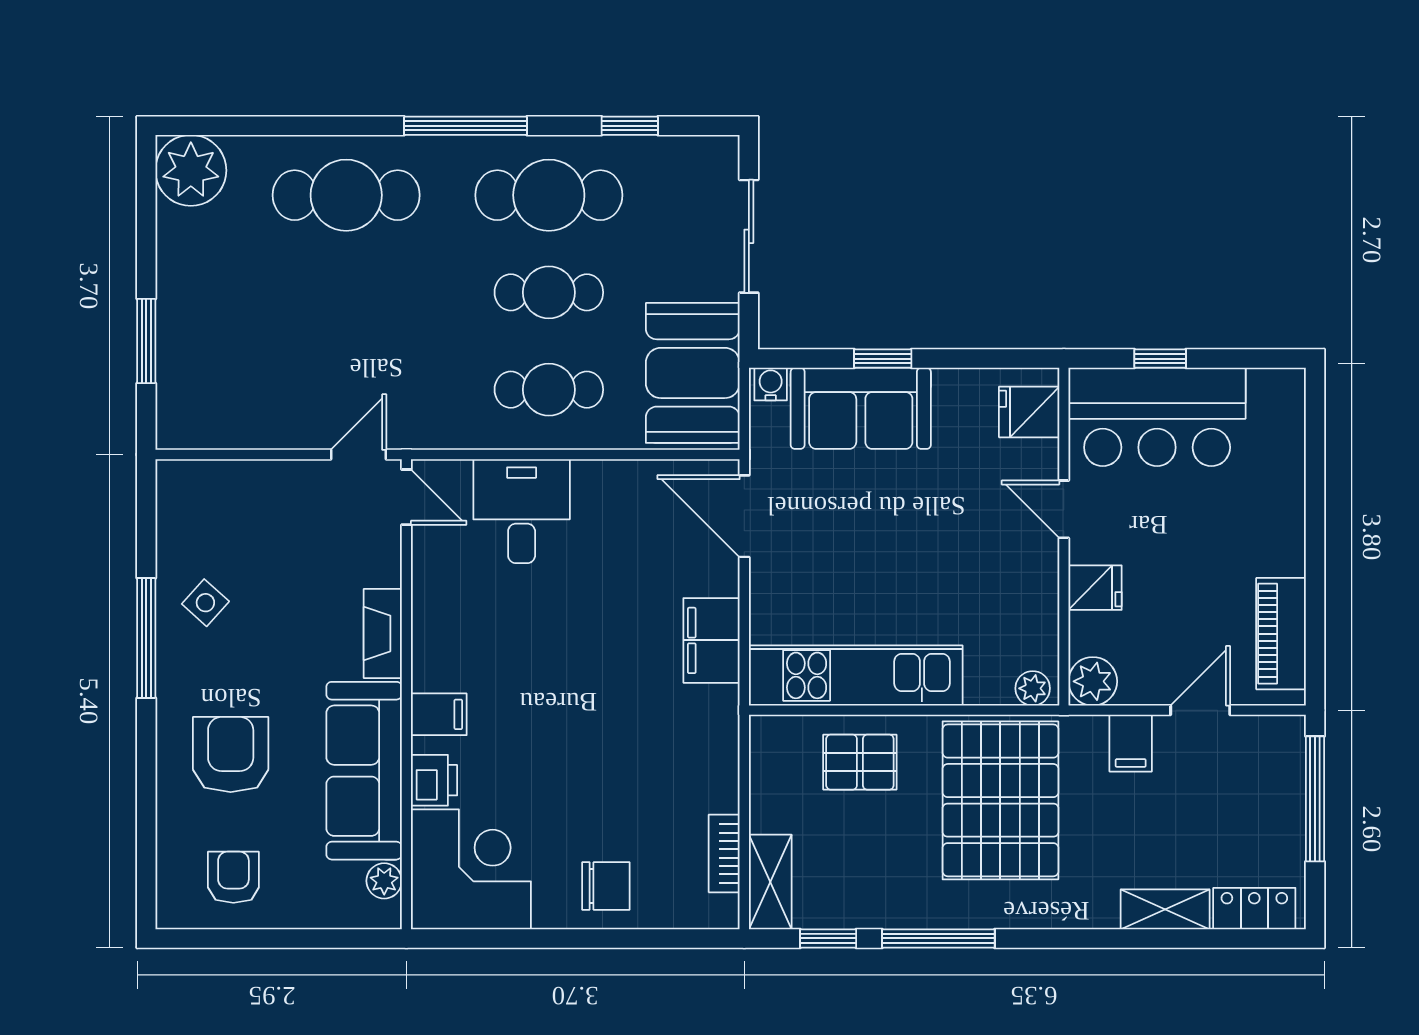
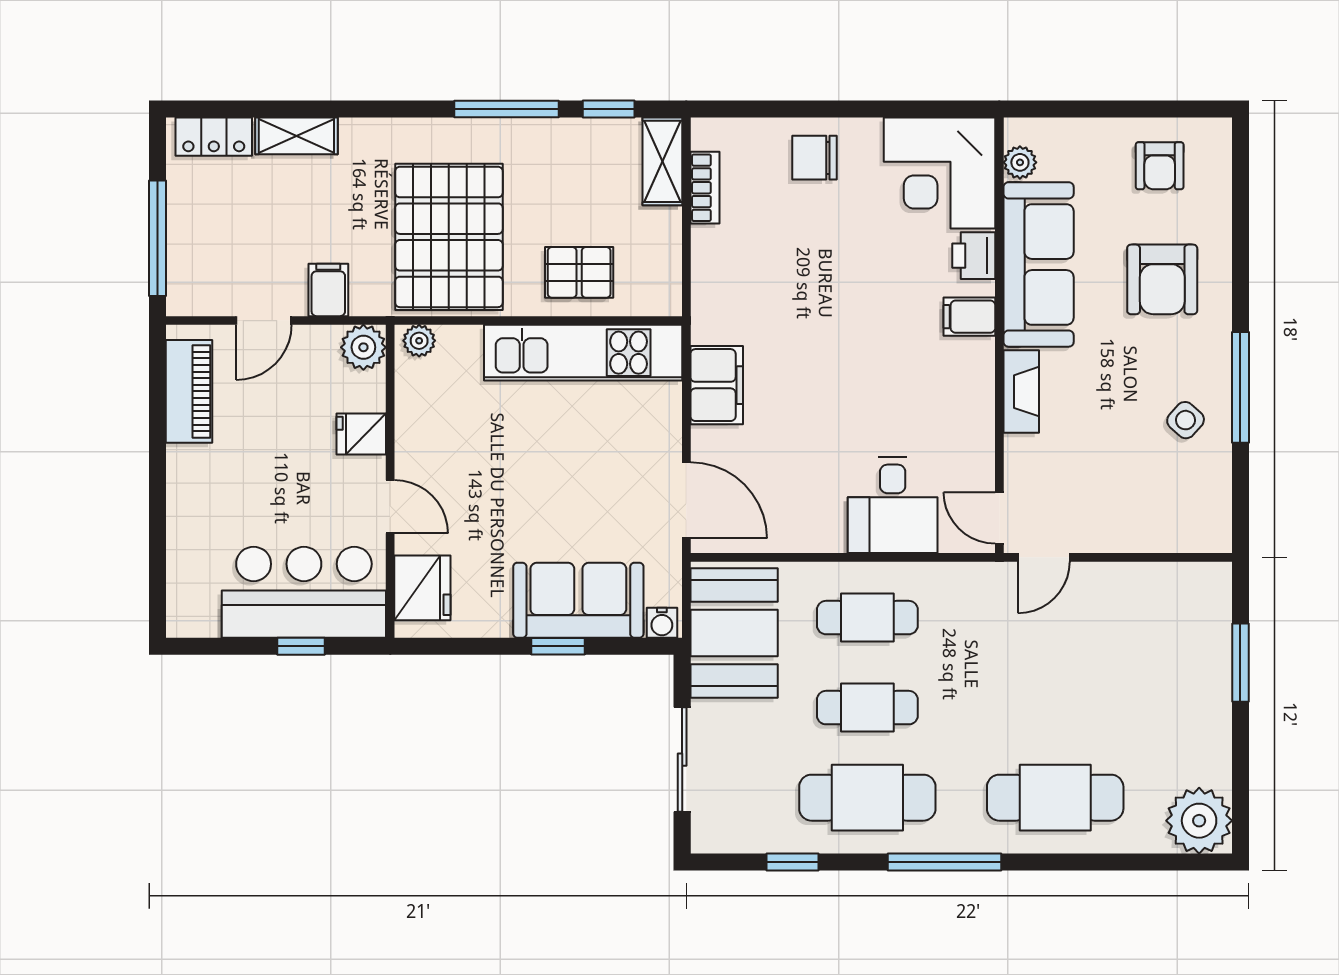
fridge: (1029, 412) -> (422, 588), width x1.38

